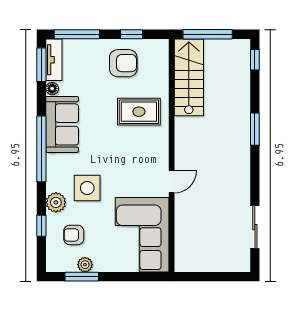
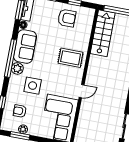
rug: (139, 112) -> (71, 58), moved
plant: (56, 202) -> (17, 68), moved

